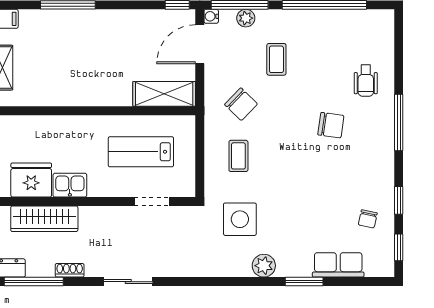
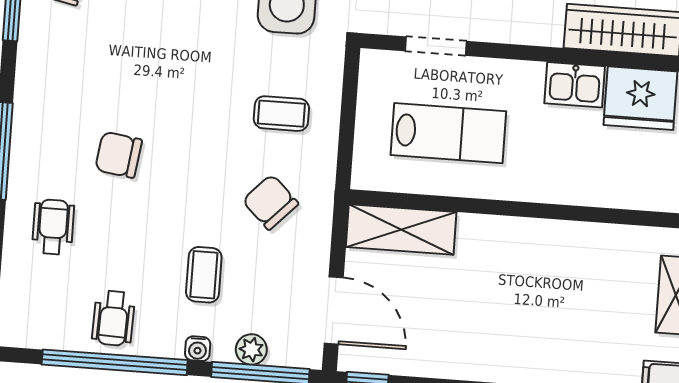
water cooler: (211, 16) -> (198, 349), moved, turned 90
wheelchair: (327, 30) -> (113, 318), added
door: (200, 44) -> (334, 310), hinge flipped
coffee table: (238, 156) -> (281, 114), turned 90

